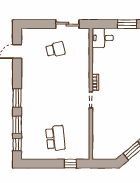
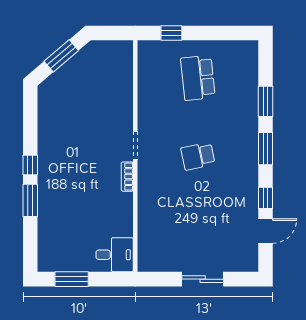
sliding door: (67, 24) -> (203, 279), moved
school desk: (55, 49) -> (198, 156), moved
window: (17, 145) -> (265, 198), moved

